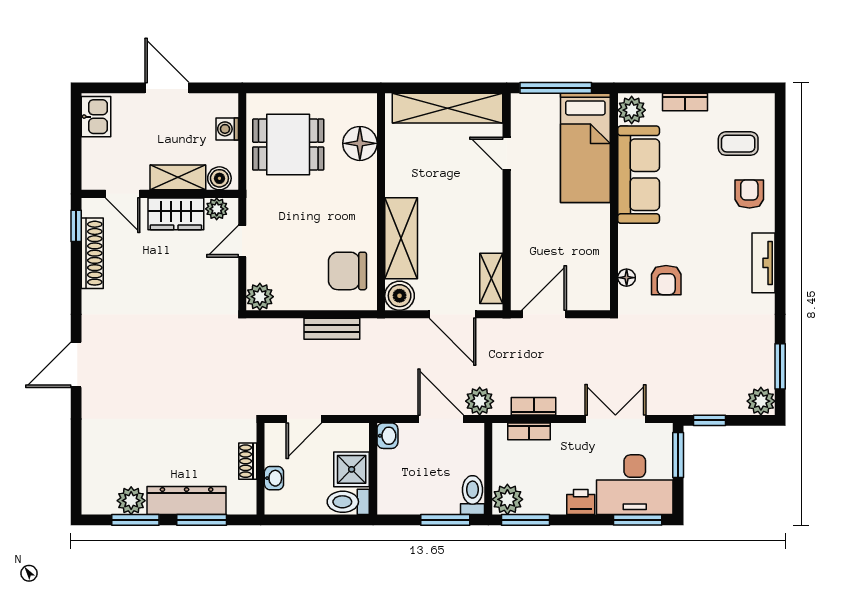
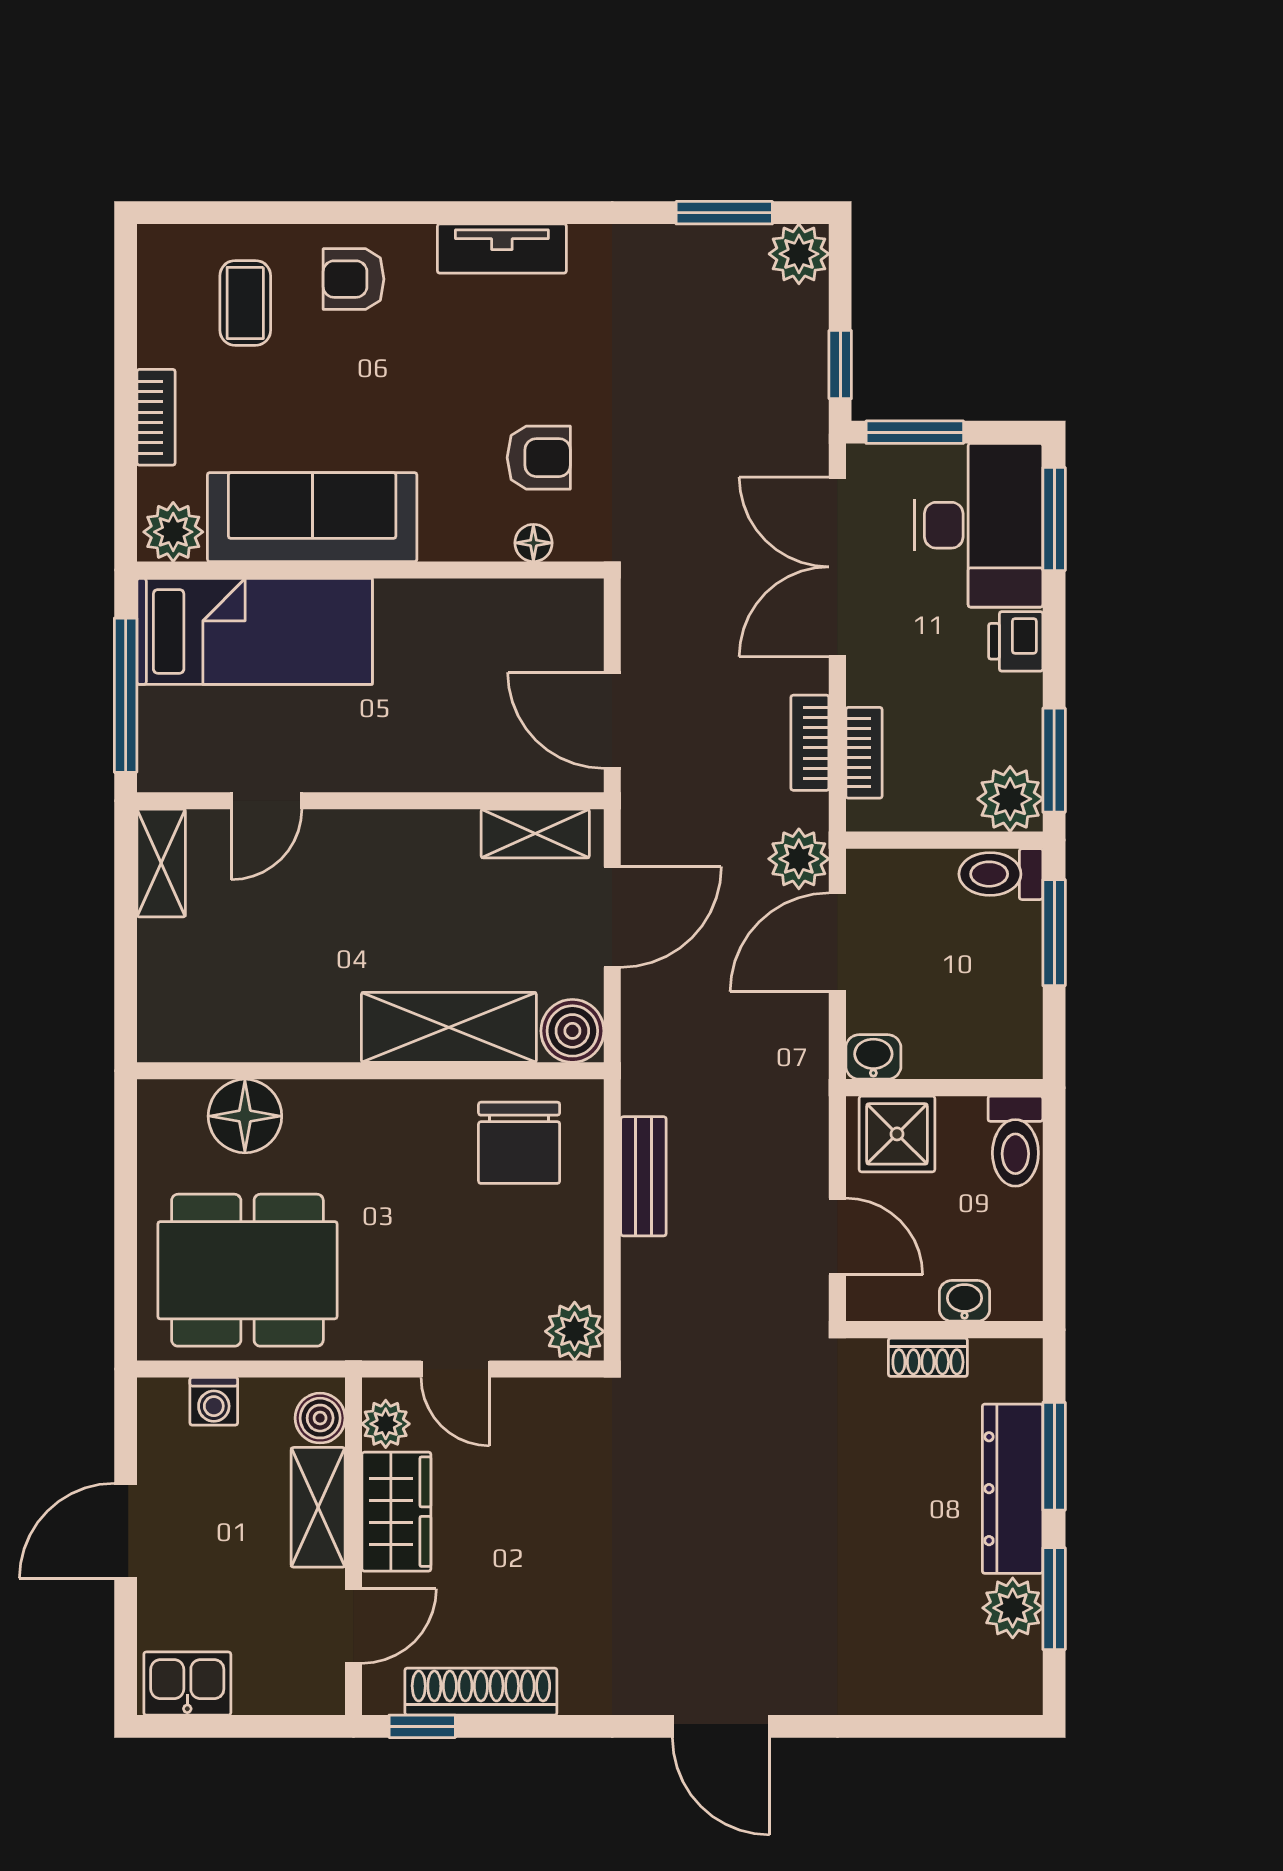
shelving: (448, 108) -> (161, 863), width x0.45, depth x0.75
dining table: (288, 145) -> (247, 1270), width x1.38
double door: (615, 419) -> (837, 567), width x1.37
shower: (352, 469) -> (897, 1134), moved

